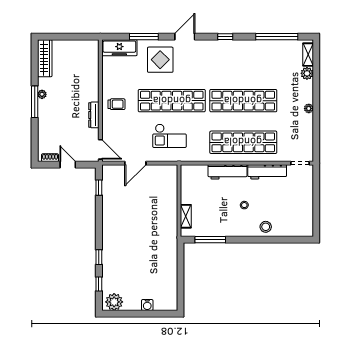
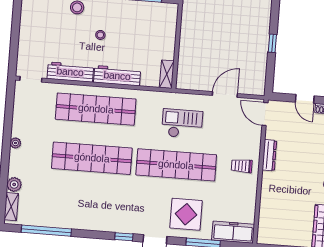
window: (225, 37) -> (124, 237), moved
window: (99, 188) -> (272, 43), moved
shelving: (186, 216) -> (167, 74), moved

